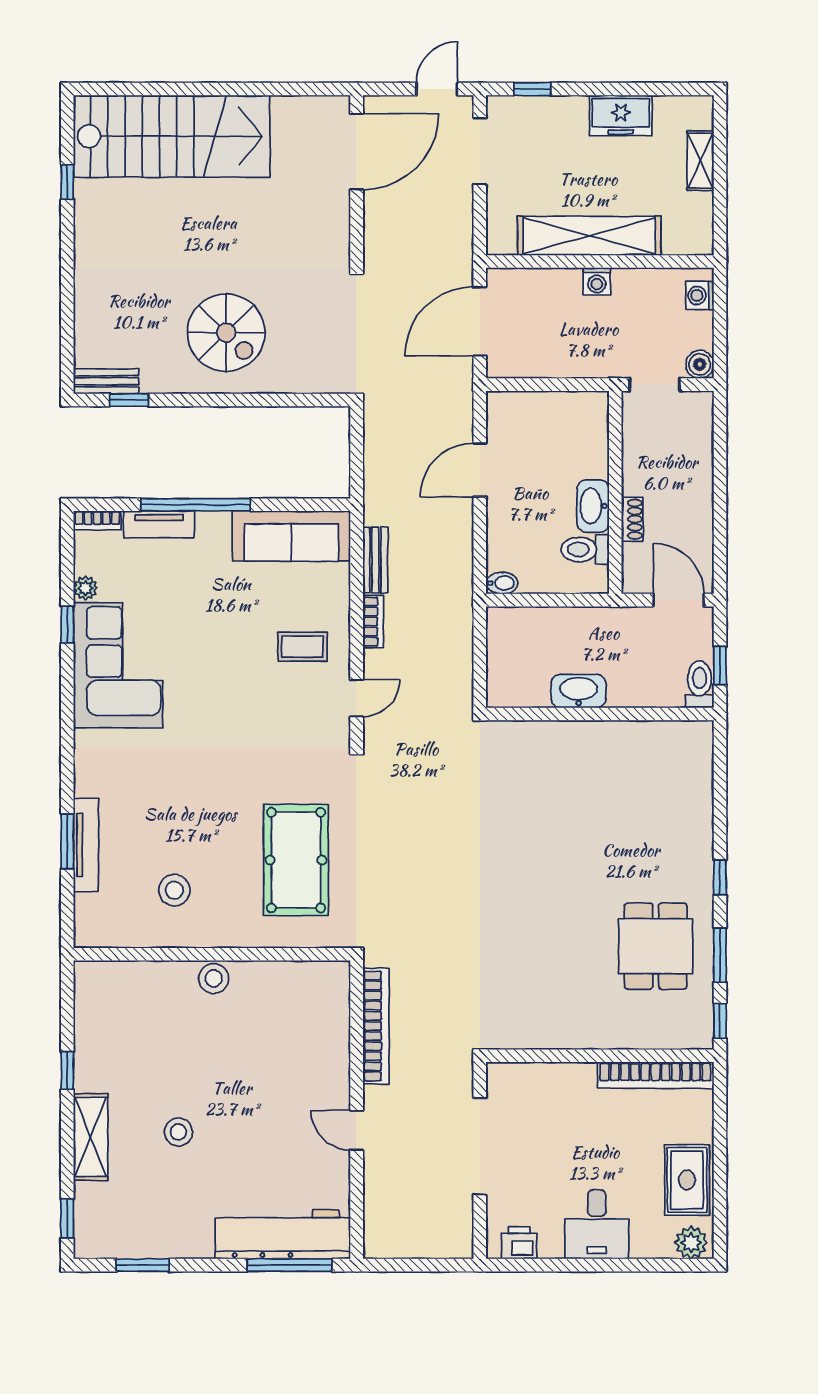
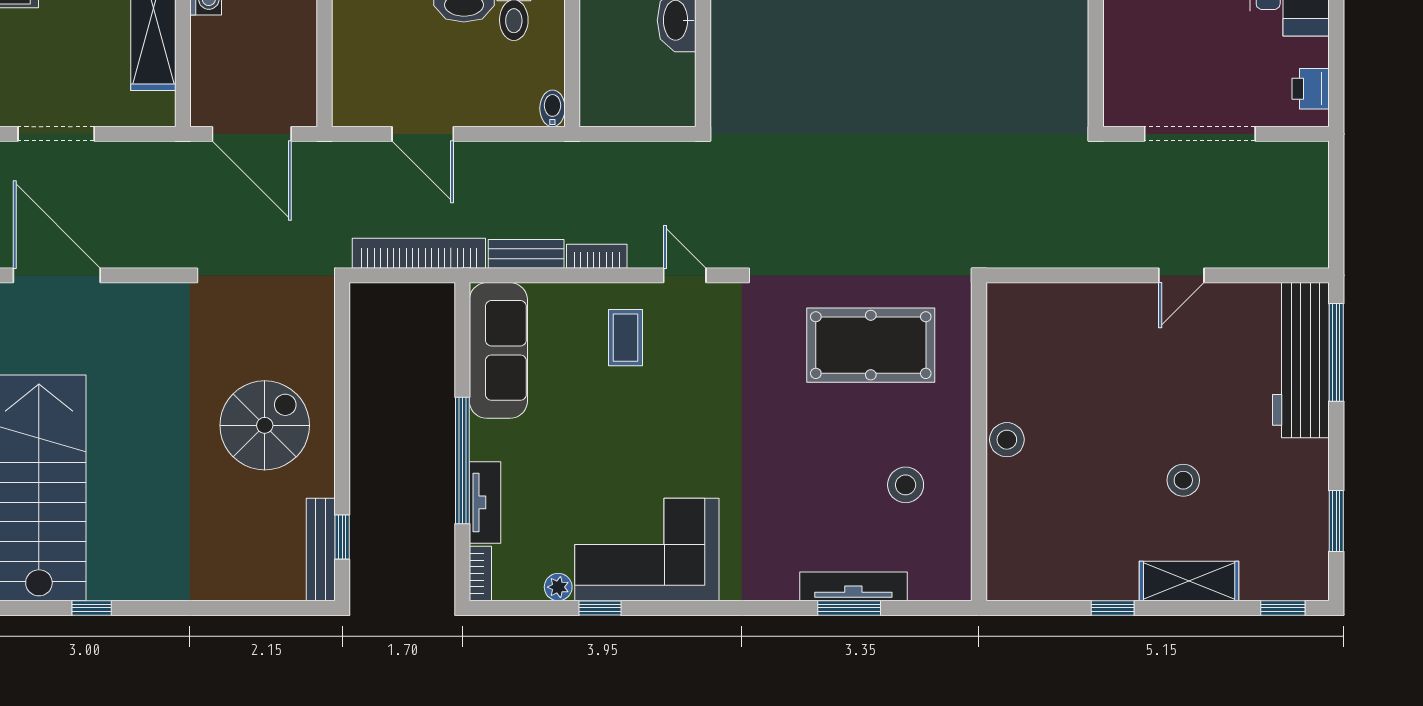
bench: (106, 381) -> (321, 549), width x1.36
bookcase: (376, 1026) -> (419, 253), moved

